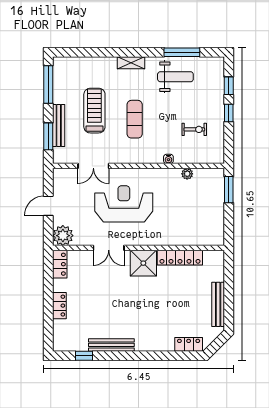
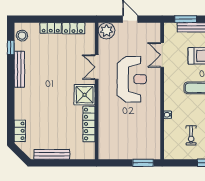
plant: (187, 174) -> (156, 130), removed
locker: (60, 264) -> (73, 28), moved
stool: (69, 342) -> (22, 36), added

